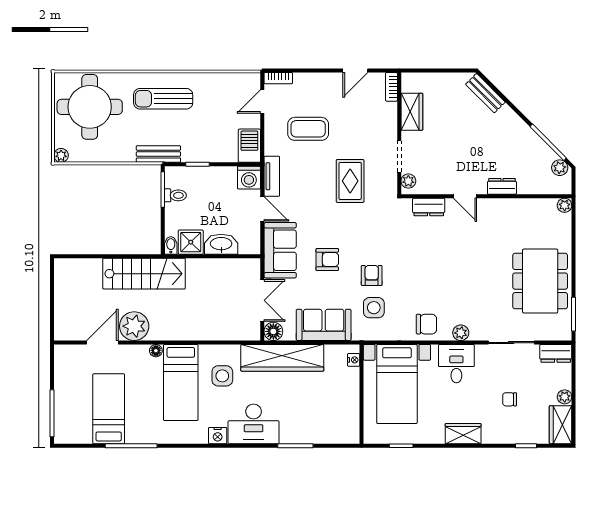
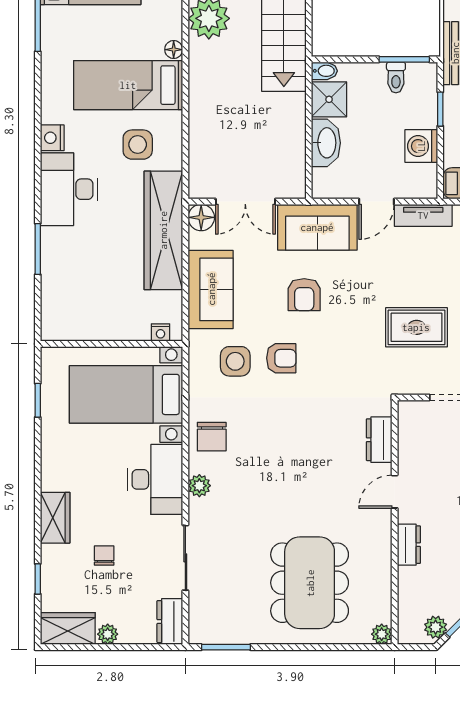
washing machine: (249, 178) -> (421, 146), moved
plant: (408, 181) -> (416, 411), removed
dining table: (540, 281) -> (310, 583), moved, turned 90
desk: (456, 364) -> (155, 479), width x1.37
wardrobe: (463, 434) -> (55, 518), moved

